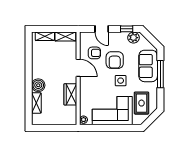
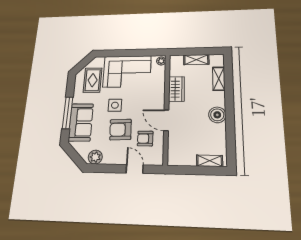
window: (127, 29) -> (103, 168), removed
shelving: (65, 37) -> (196, 60), moved
armchair: (115, 60) -> (120, 130), turned -92
boiler: (38, 85) -> (217, 115), moved

